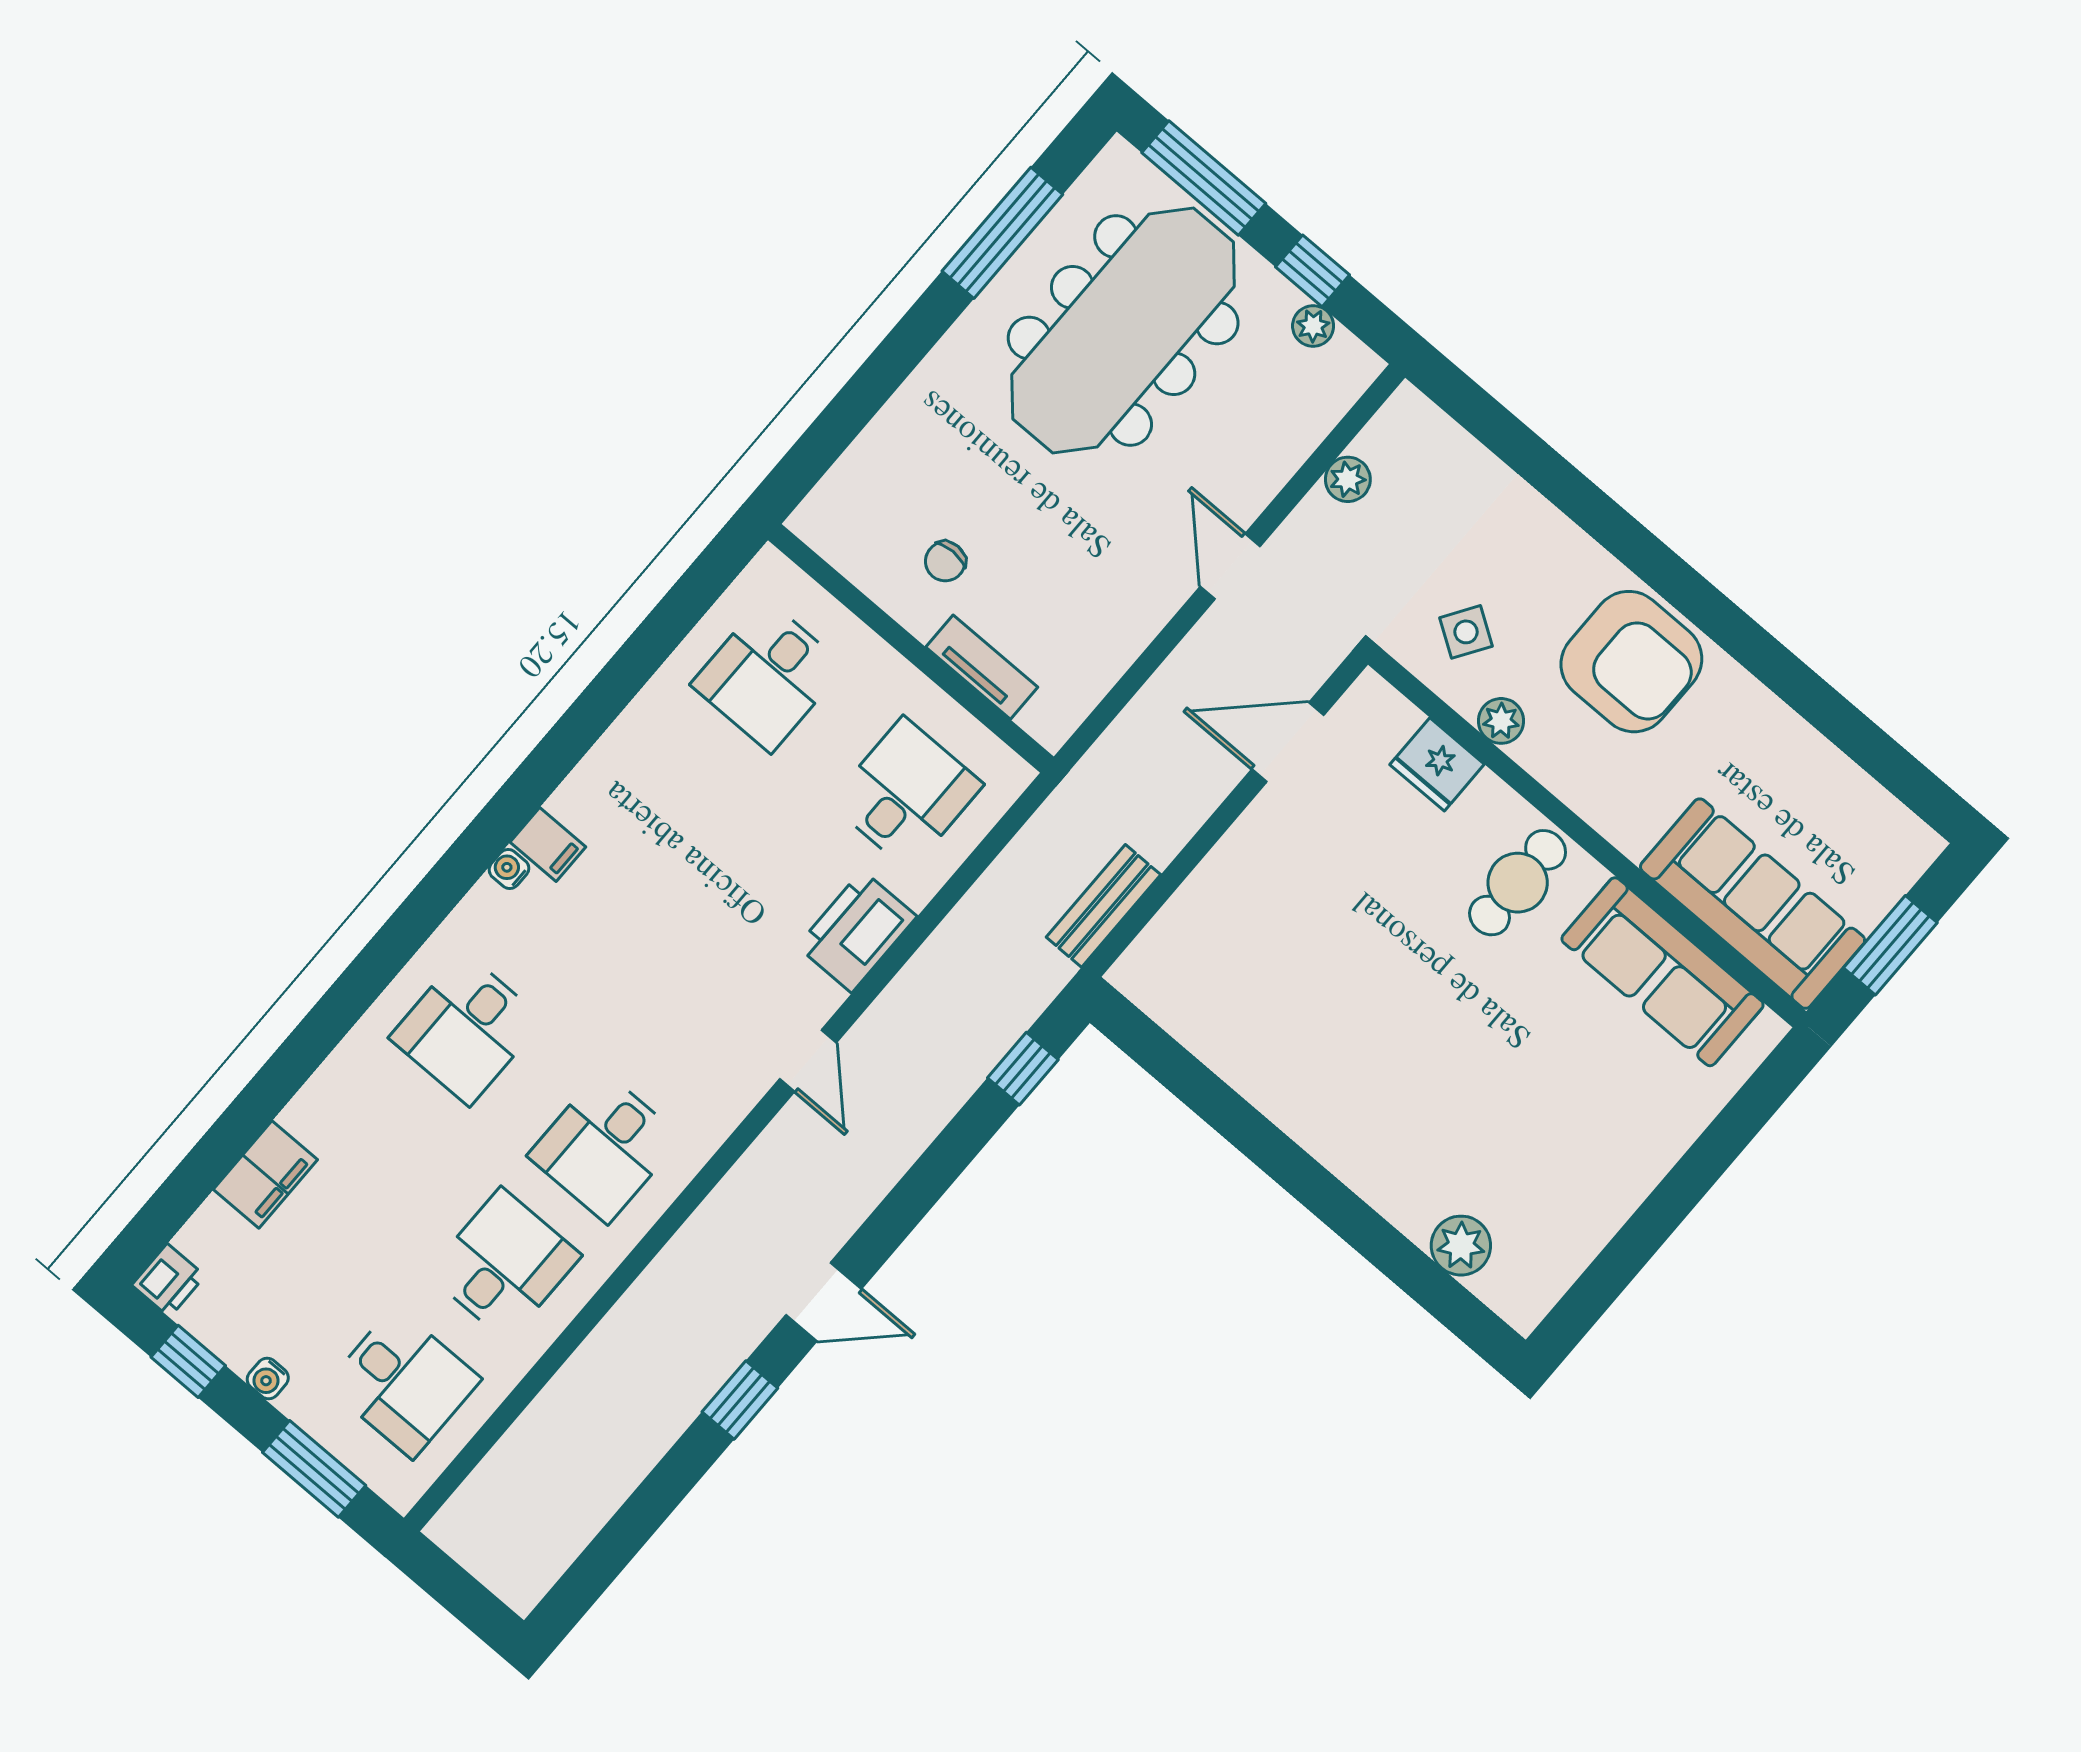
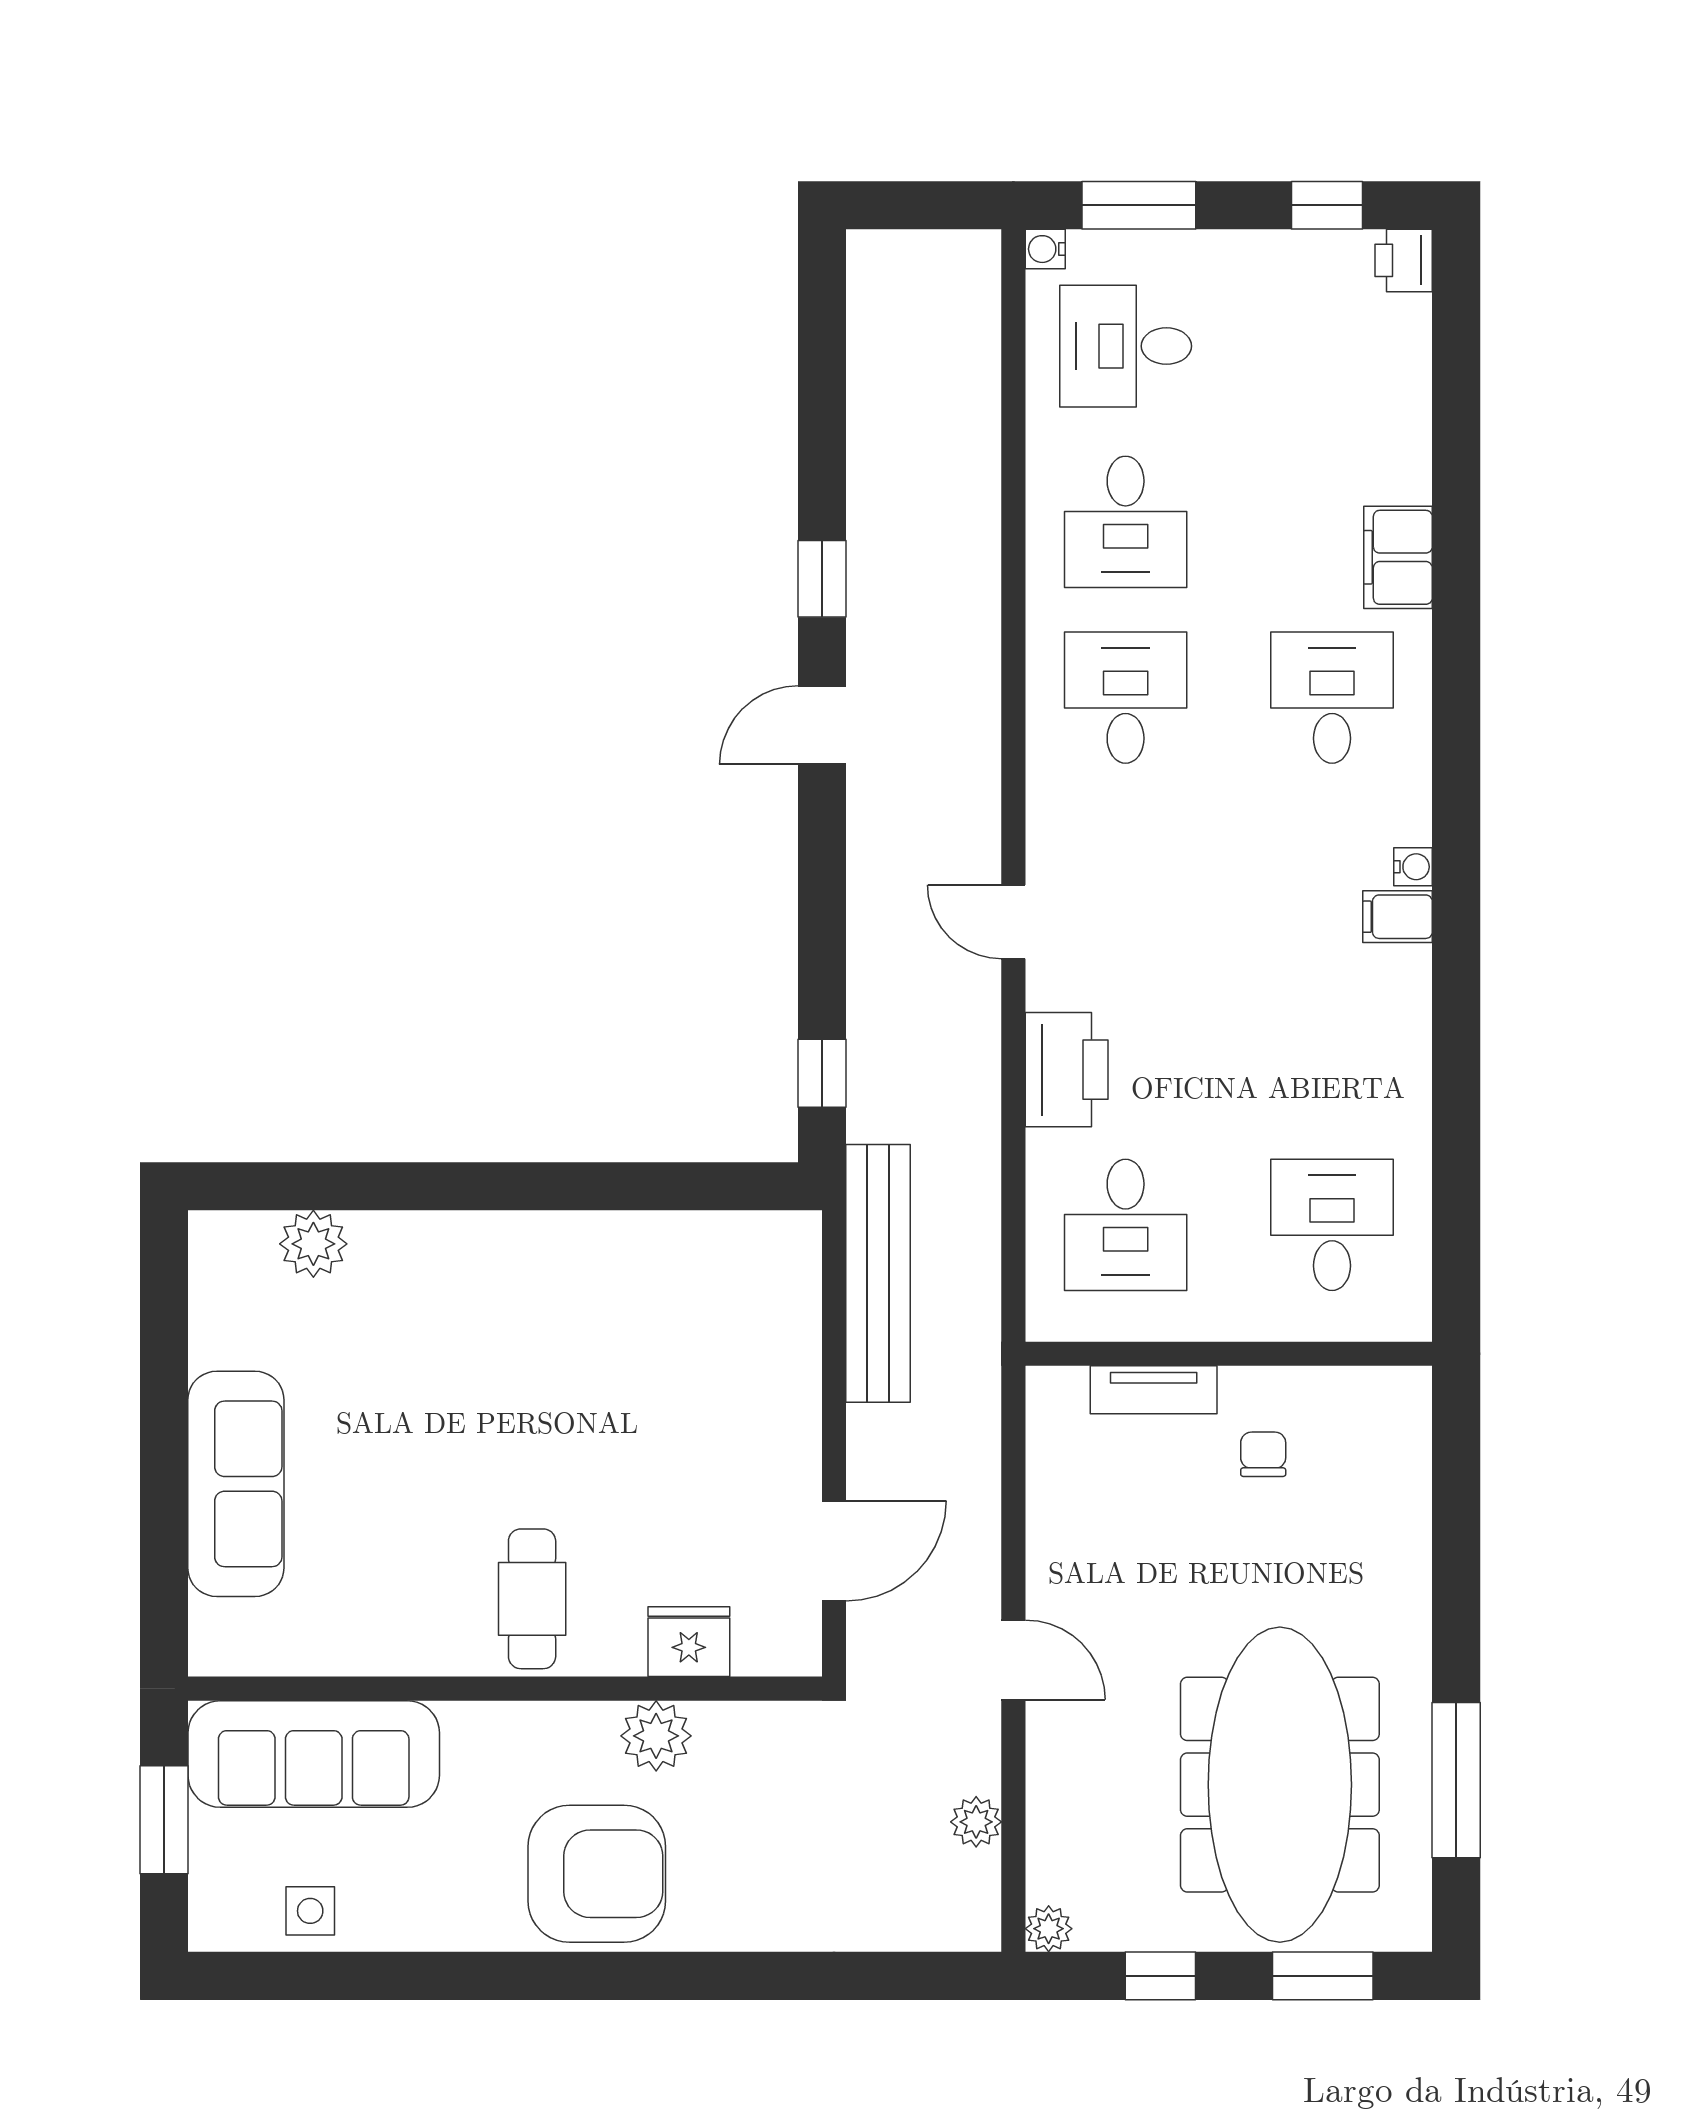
window: (1204, 178) -> (1323, 1976), width x0.69
plant: (1313, 326) -> (1049, 1929), moved
side table: (1466, 632) -> (310, 1911), moved, turned -33
armchair: (1631, 662) -> (597, 1874), turned 180
plant: (1501, 721) -> (656, 1736), width x1.38, depth x1.38
bench: (1104, 906) -> (878, 1273), width x1.86, depth x1.21
sofa: (1663, 972) -> (236, 1484), moved, turned 90
filing cabinet: (265, 1174) -> (1398, 557), moved
water cooler: (268, 1379) -> (1045, 249), moved, turned -90

